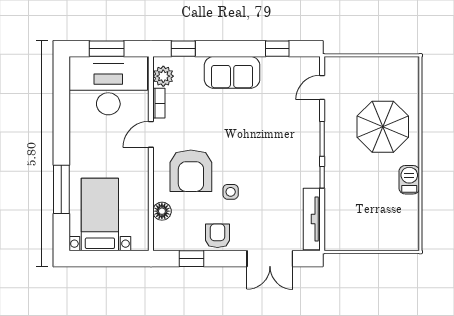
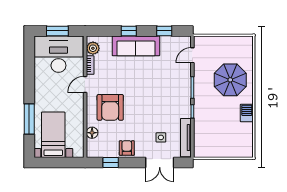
window: (183, 49) -> (129, 31), moved
sofa: (232, 72) -> (136, 46), width x1.36
side table: (231, 192) -> (161, 137), moved

